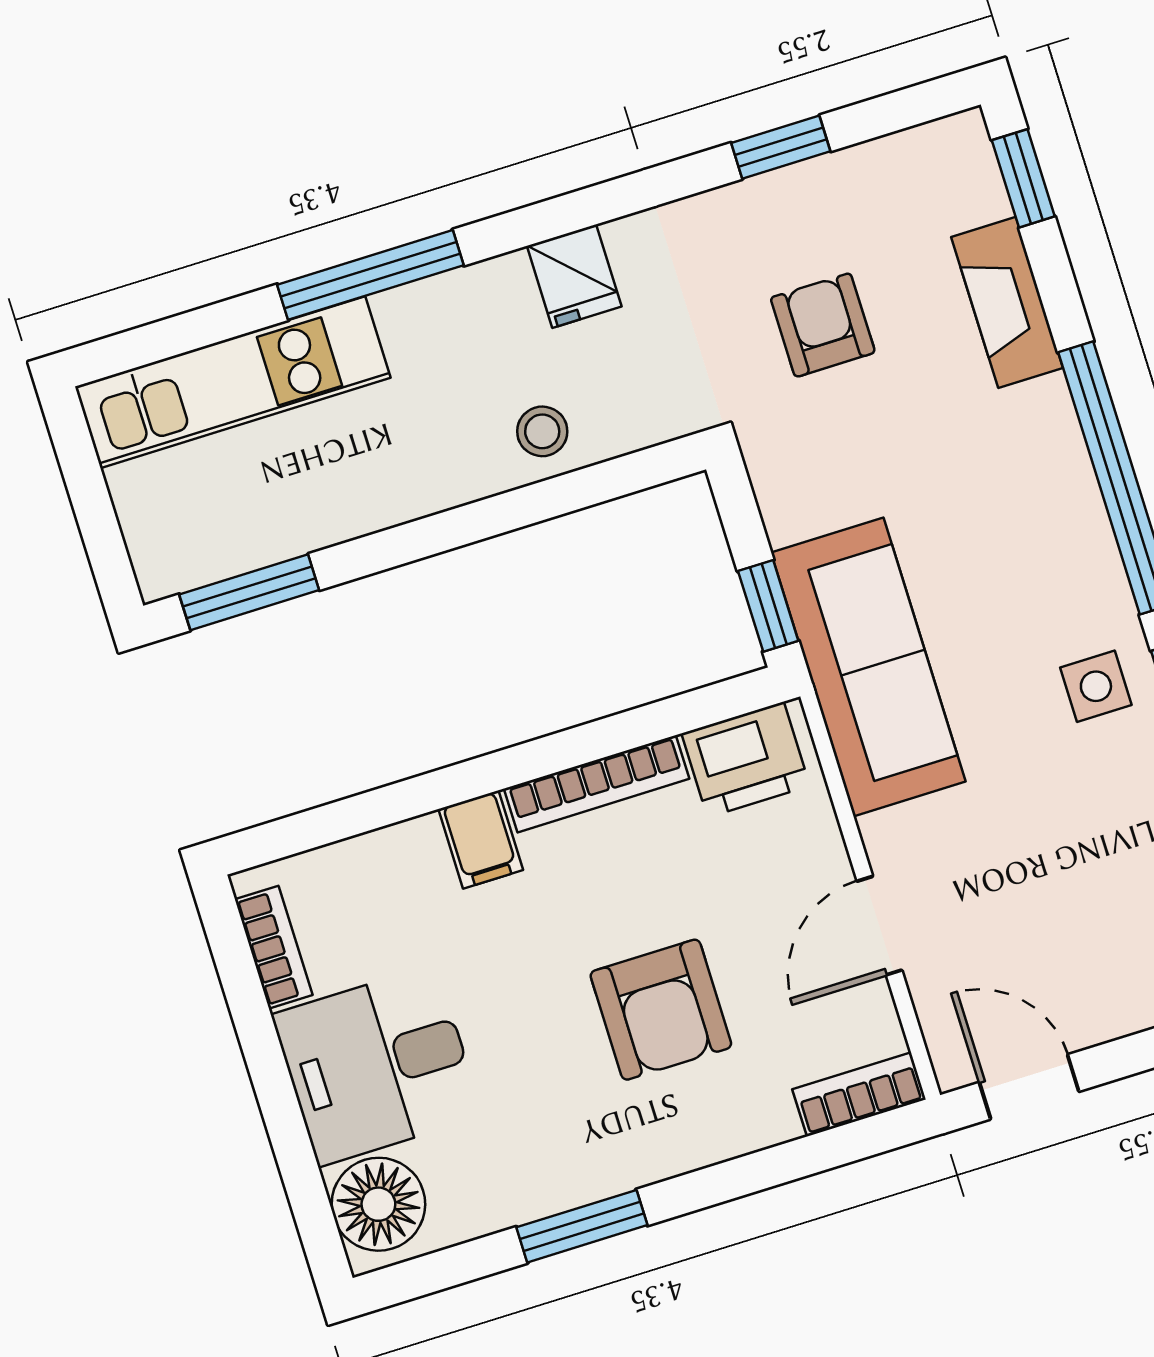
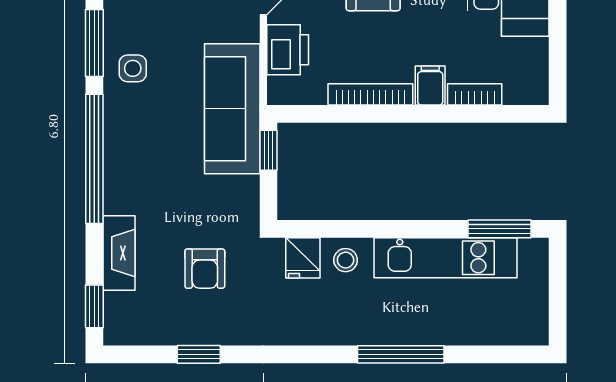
fridge: (574, 276) -> (303, 258), moved, turned 180
kitchen unit: (233, 382) -> (446, 258), moved, turned 180
printer: (746, 760) -> (288, 50), moved, turned 90
bookcase: (274, 947) -> (475, 94), moved, turned 90

